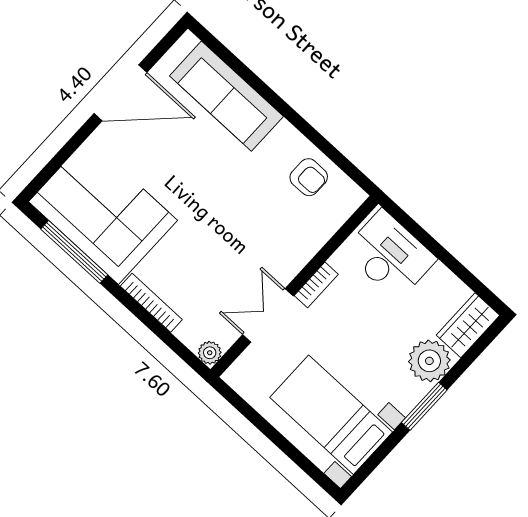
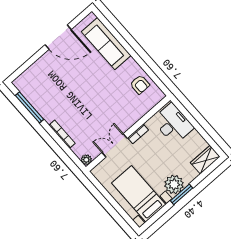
corner sofa: (103, 211) -> (44, 90), removed
plant: (429, 361) -> (174, 184), moved

